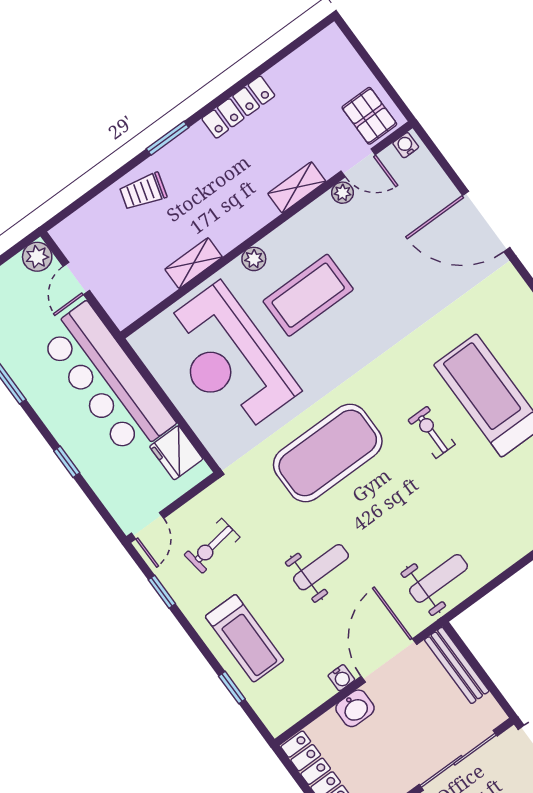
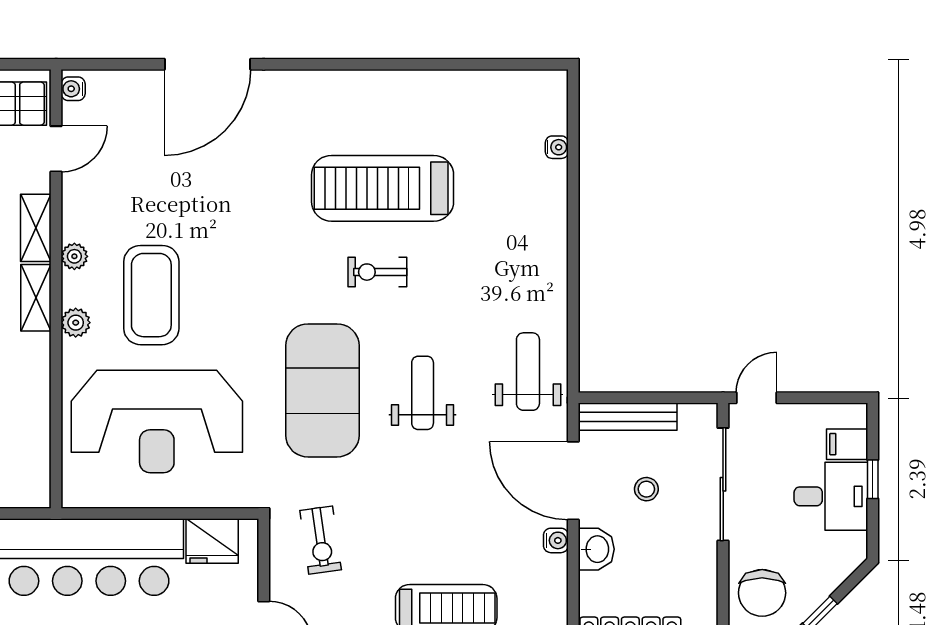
plant: (343, 193) -> (74, 256), moved
shelving: (194, 263) -> (36, 298), moved
exercise bike: (212, 546) -> (321, 540), moved
weight bench: (321, 567) -> (423, 393), moved
stool: (418, 712) -> (646, 489), added

